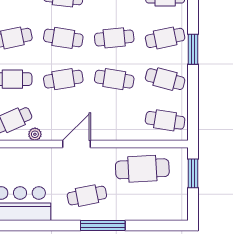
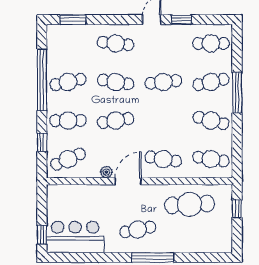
window: (193, 49) -> (237, 93), width x1.44
cafe table: (114, 79) -> (163, 159), moved
plant: (35, 134) -> (106, 172), moved
window: (193, 173) -> (237, 209), width x0.67

